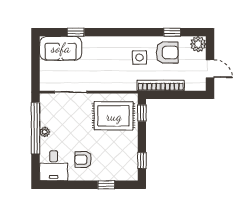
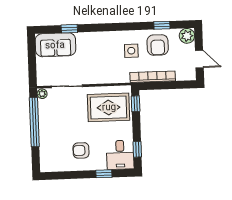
armchair: (167, 53) -> (158, 45), turned 90
plant: (45, 132) -> (42, 94), moved
desk: (54, 166) -> (120, 155), moved

